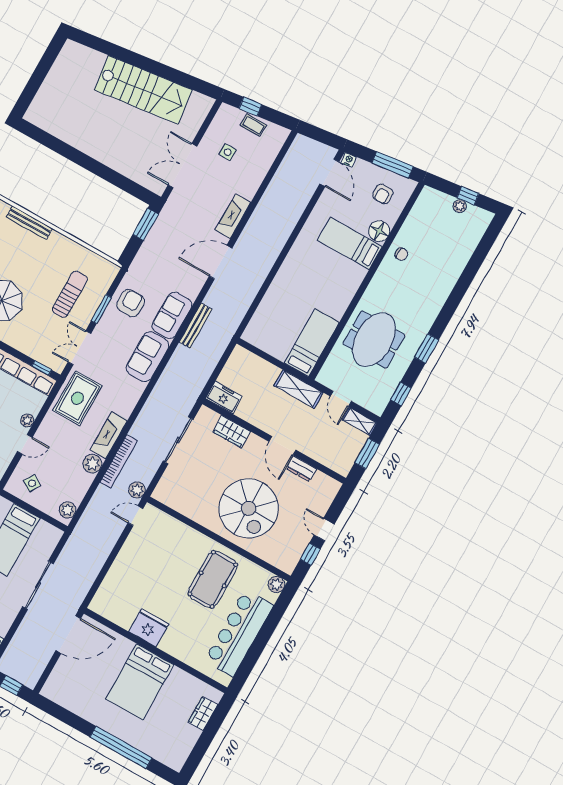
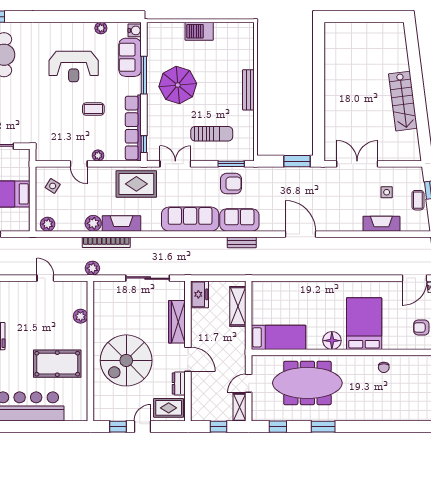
stairs: (143, 90) -> (403, 101), width x0.73, depth x0.66
fireplace: (233, 216) -> (381, 224), moved
bench: (29, 223) -> (248, 90), moved
floor lamp: (379, 231) -> (332, 341), moved
bed: (350, 243) -> (364, 324), width x1.50
window: (101, 309) -> (231, 164), moved
bench: (196, 326) -> (242, 242), width x0.73
meeting table: (374, 340) -> (307, 383), width x1.36
sofa: (148, 357) -> (190, 219), width x1.36
shelving: (299, 389) -> (238, 306), moved
wardrobe: (231, 432) -> (177, 322), width x1.50
door: (282, 446) -> (188, 359), swing flipped
window: (367, 453) -> (218, 427), width x0.67
rug: (320, 493) -> (169, 408), added
door: (135, 516) -> (45, 278), moved
plant: (276, 585) -> (81, 316), moved

